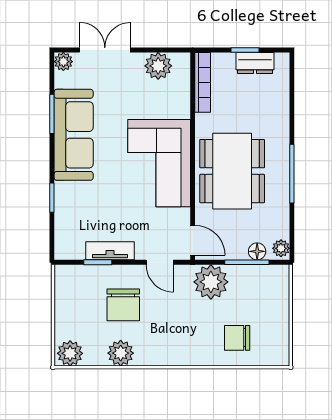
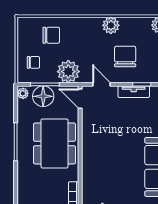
corner sofa: (159, 163) -> (102, 149), removed
floor lamp: (257, 251) -> (43, 96), width x1.89, depth x1.89
chair: (265, 296) -> (33, 62), added
plant: (121, 353) -> (111, 25), moved

